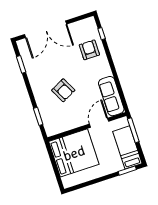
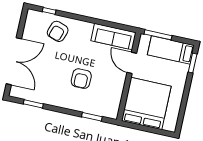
armchair: (89, 50) -> (58, 31), turned -71
armchair: (63, 90) -> (81, 79), turned 117

